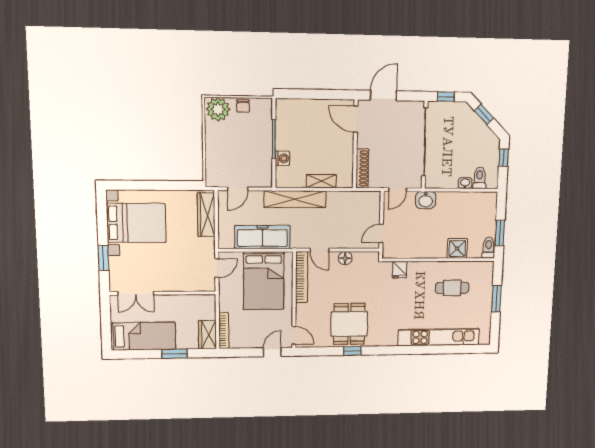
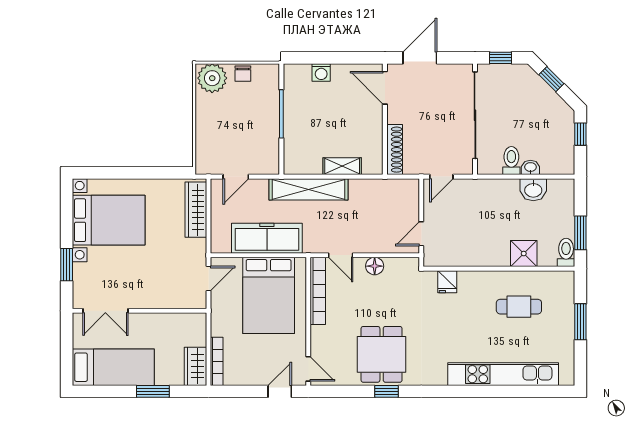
washing machine: (282, 158) -> (321, 72), moved, turned 90
toilet: (480, 178) -> (511, 161), moved
washbasin: (426, 200) -> (533, 190), moved

